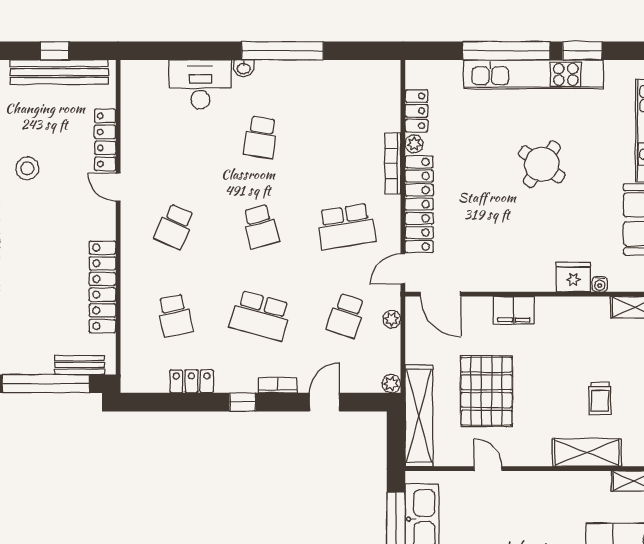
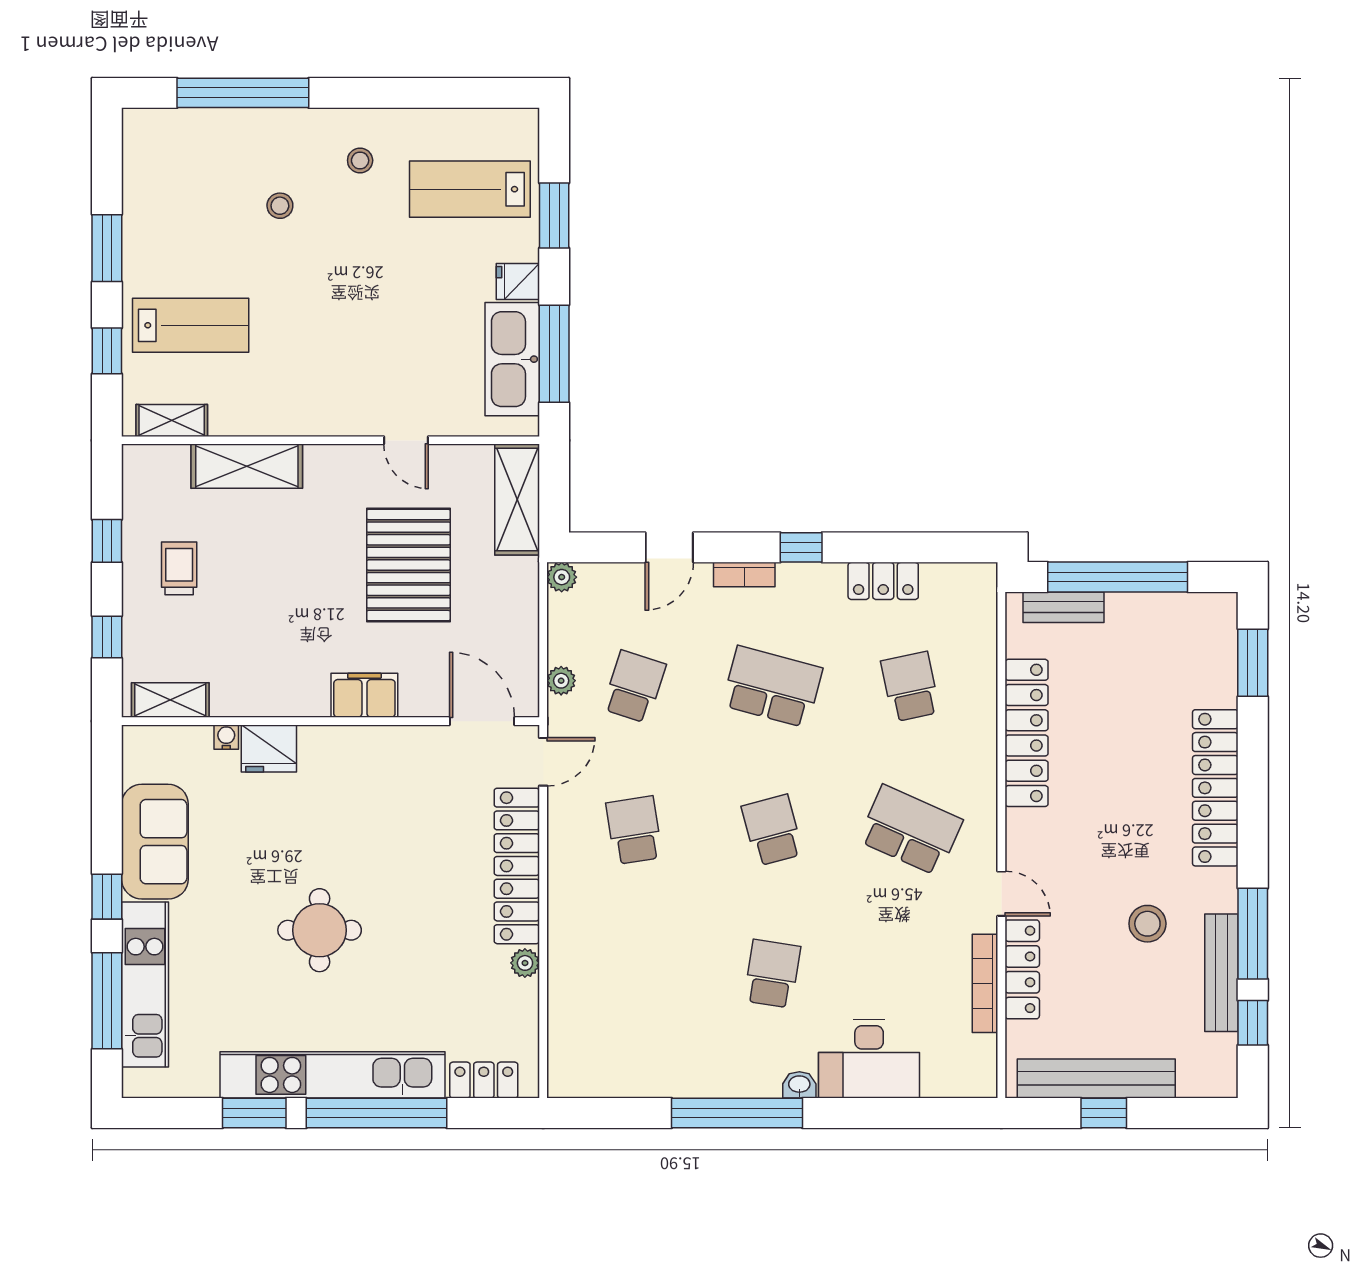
locker: (416, 111) -> (484, 1080), moved, turned 90
bookcase: (393, 163) -> (985, 983), moved, turned 180
round table: (542, 164) -> (320, 930), turned -35
school desk: (175, 226) -> (910, 830), width x1.85
school desk: (346, 226) -> (634, 830), width x0.54
trolley: (600, 398) -> (179, 568), moved
shelving: (419, 416) -> (517, 500), width x0.68

